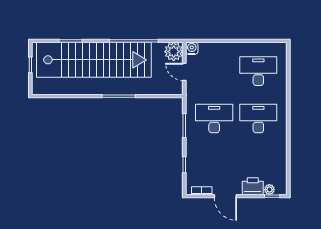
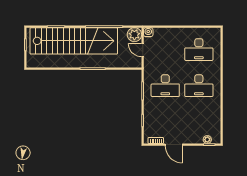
desk: (258, 71) -> (199, 50), turned 180
desk: (214, 119) -> (165, 86), turned 180
desk: (258, 119) -> (199, 86), turned 180
printer: (253, 186) -> (195, 137), removed

